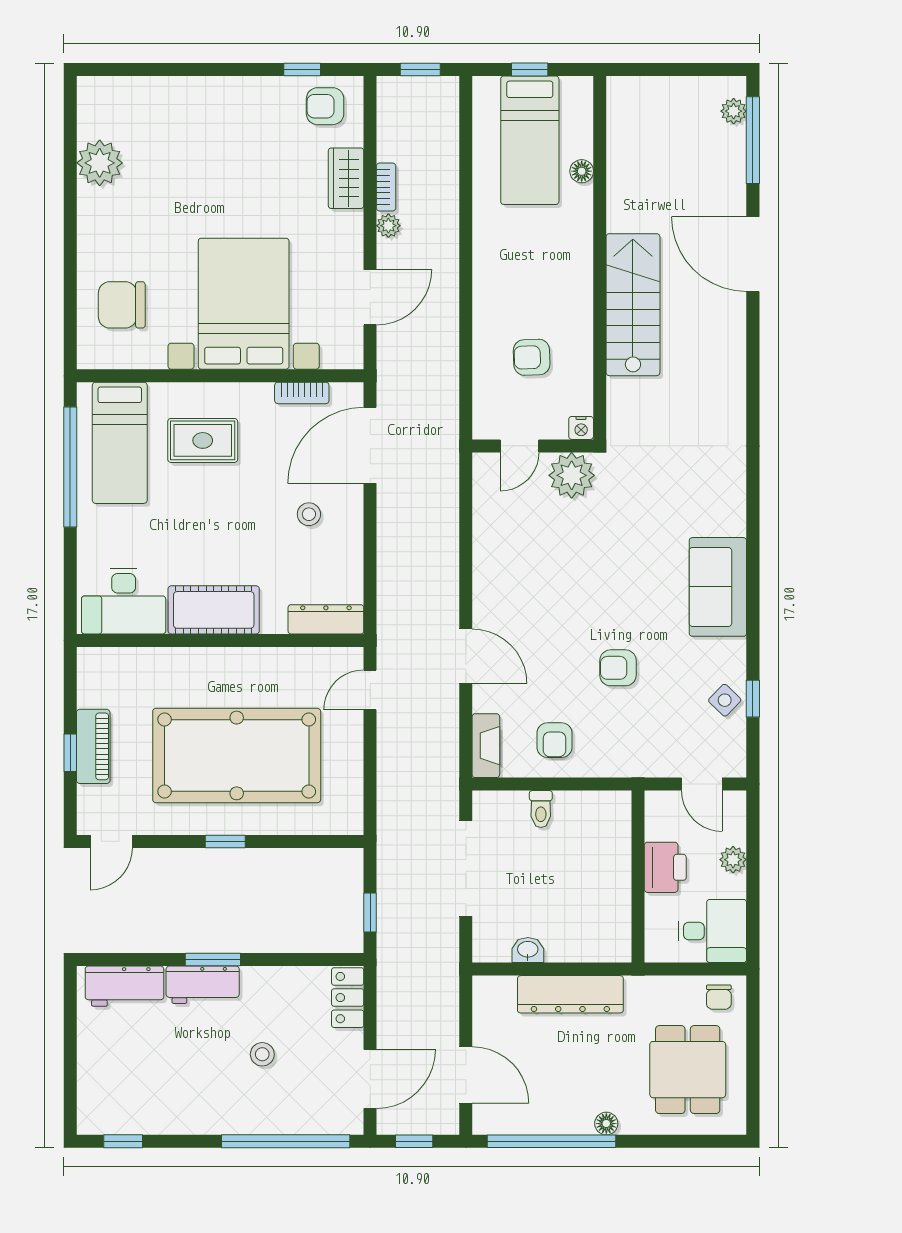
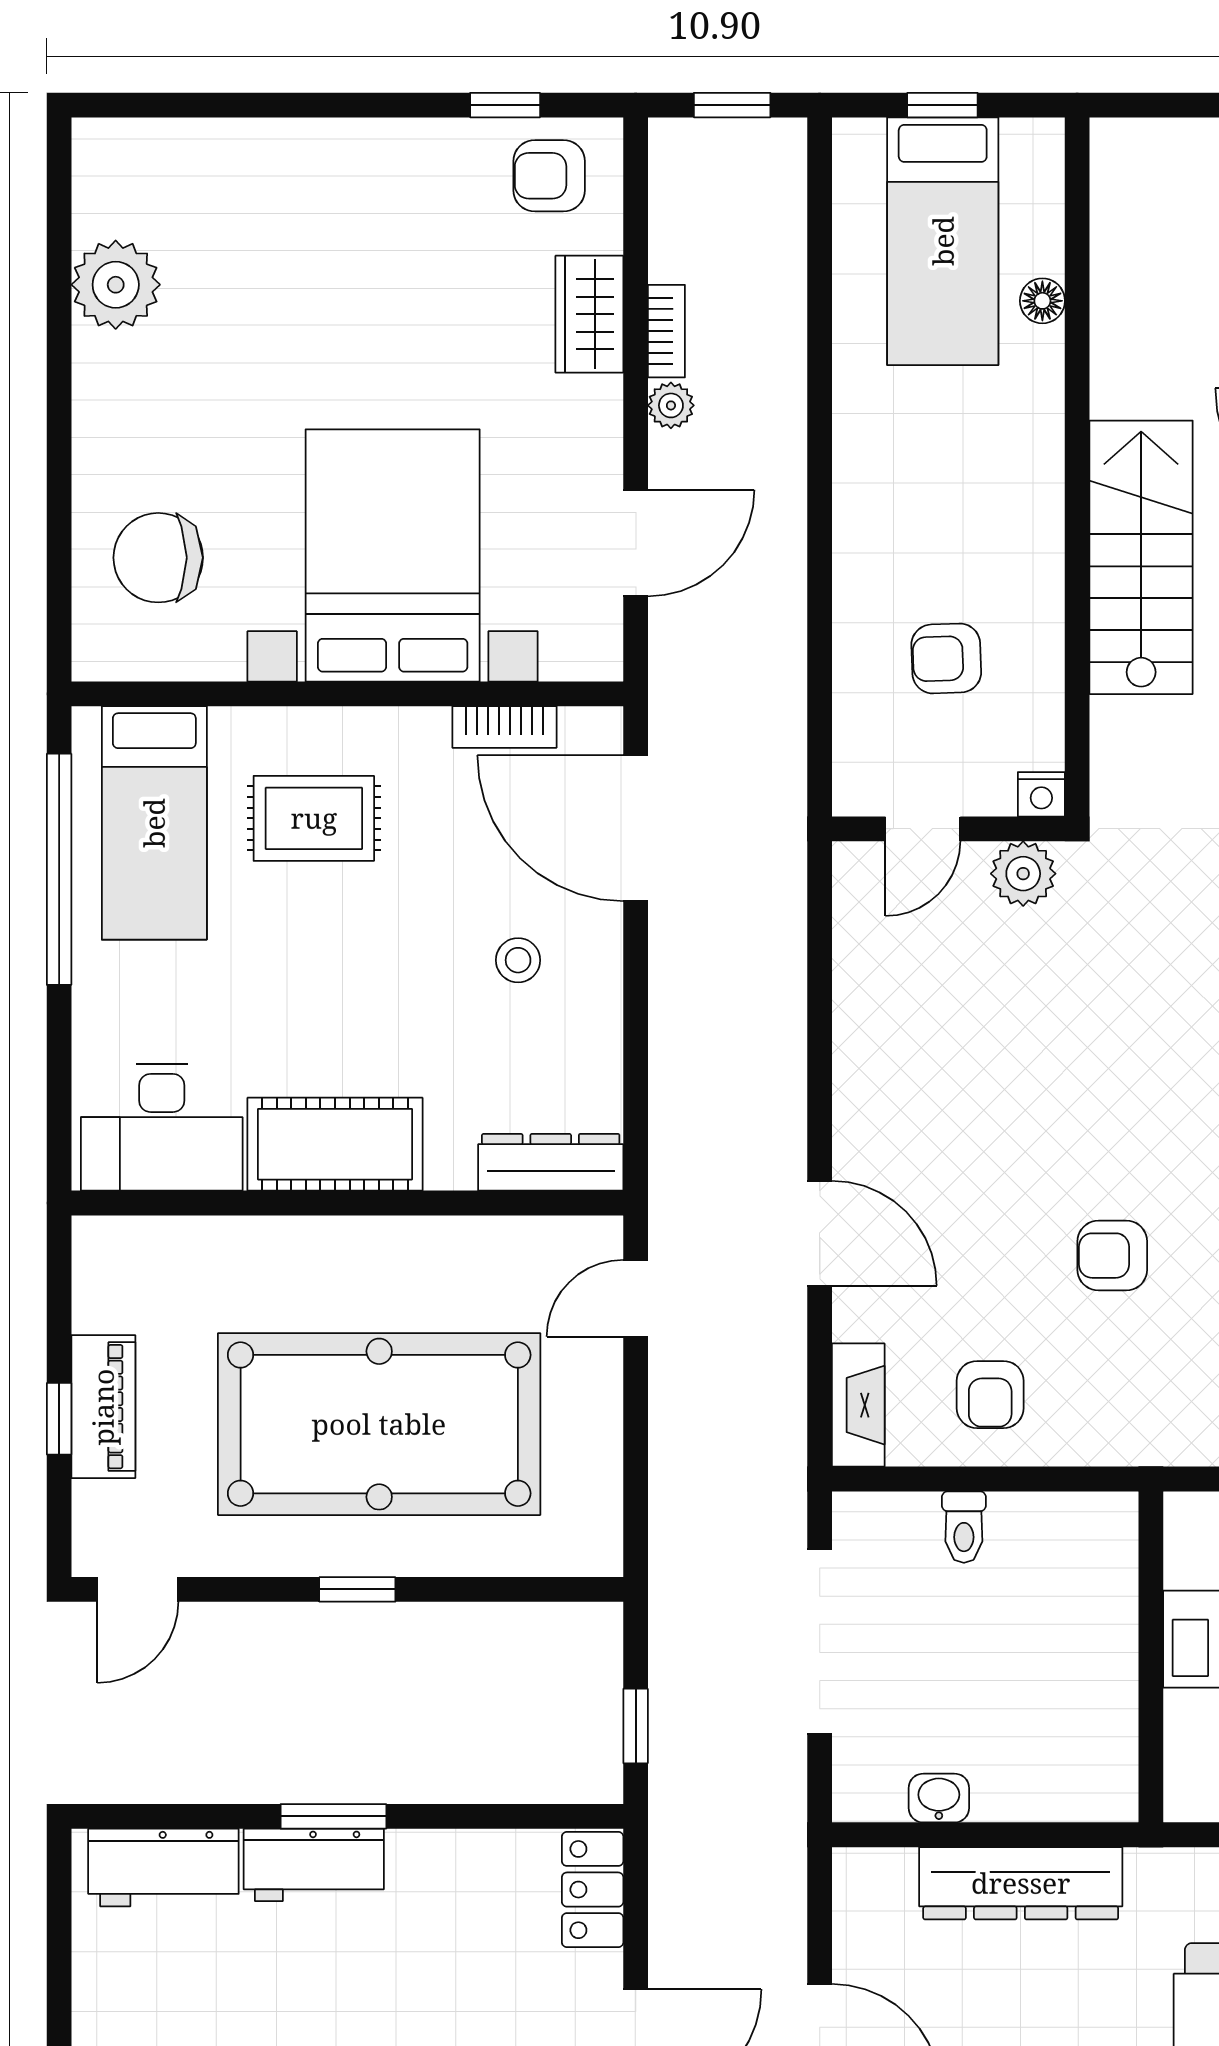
door: (370, 445) -> (636, 828), hinge flipped
plant: (572, 475) -> (1023, 874), width x0.73, depth x0.73
stool: (262, 1054) -> (428, 1999), removed

